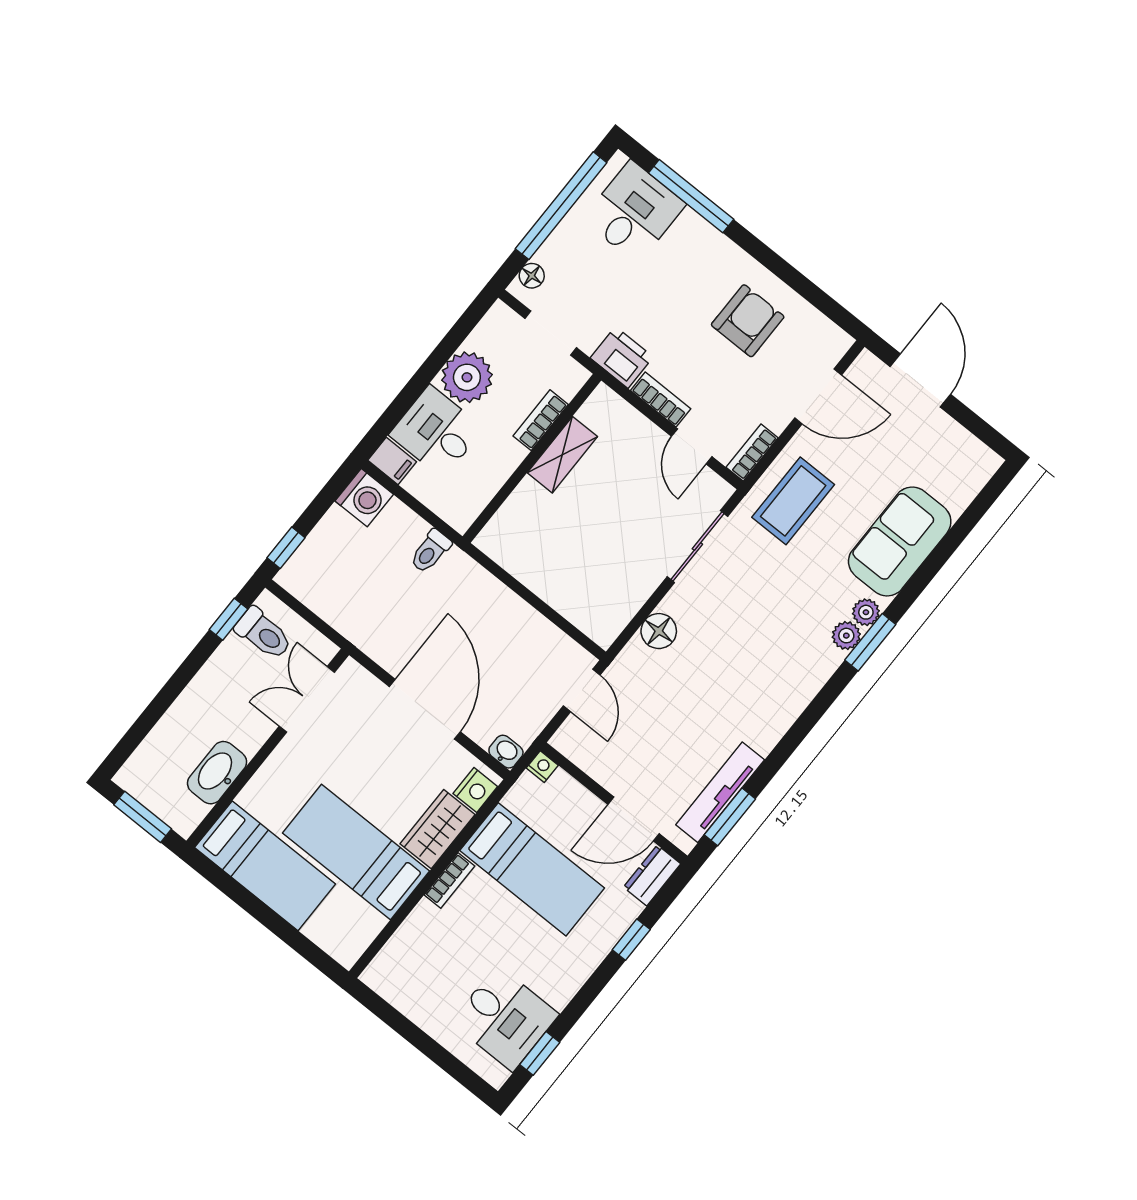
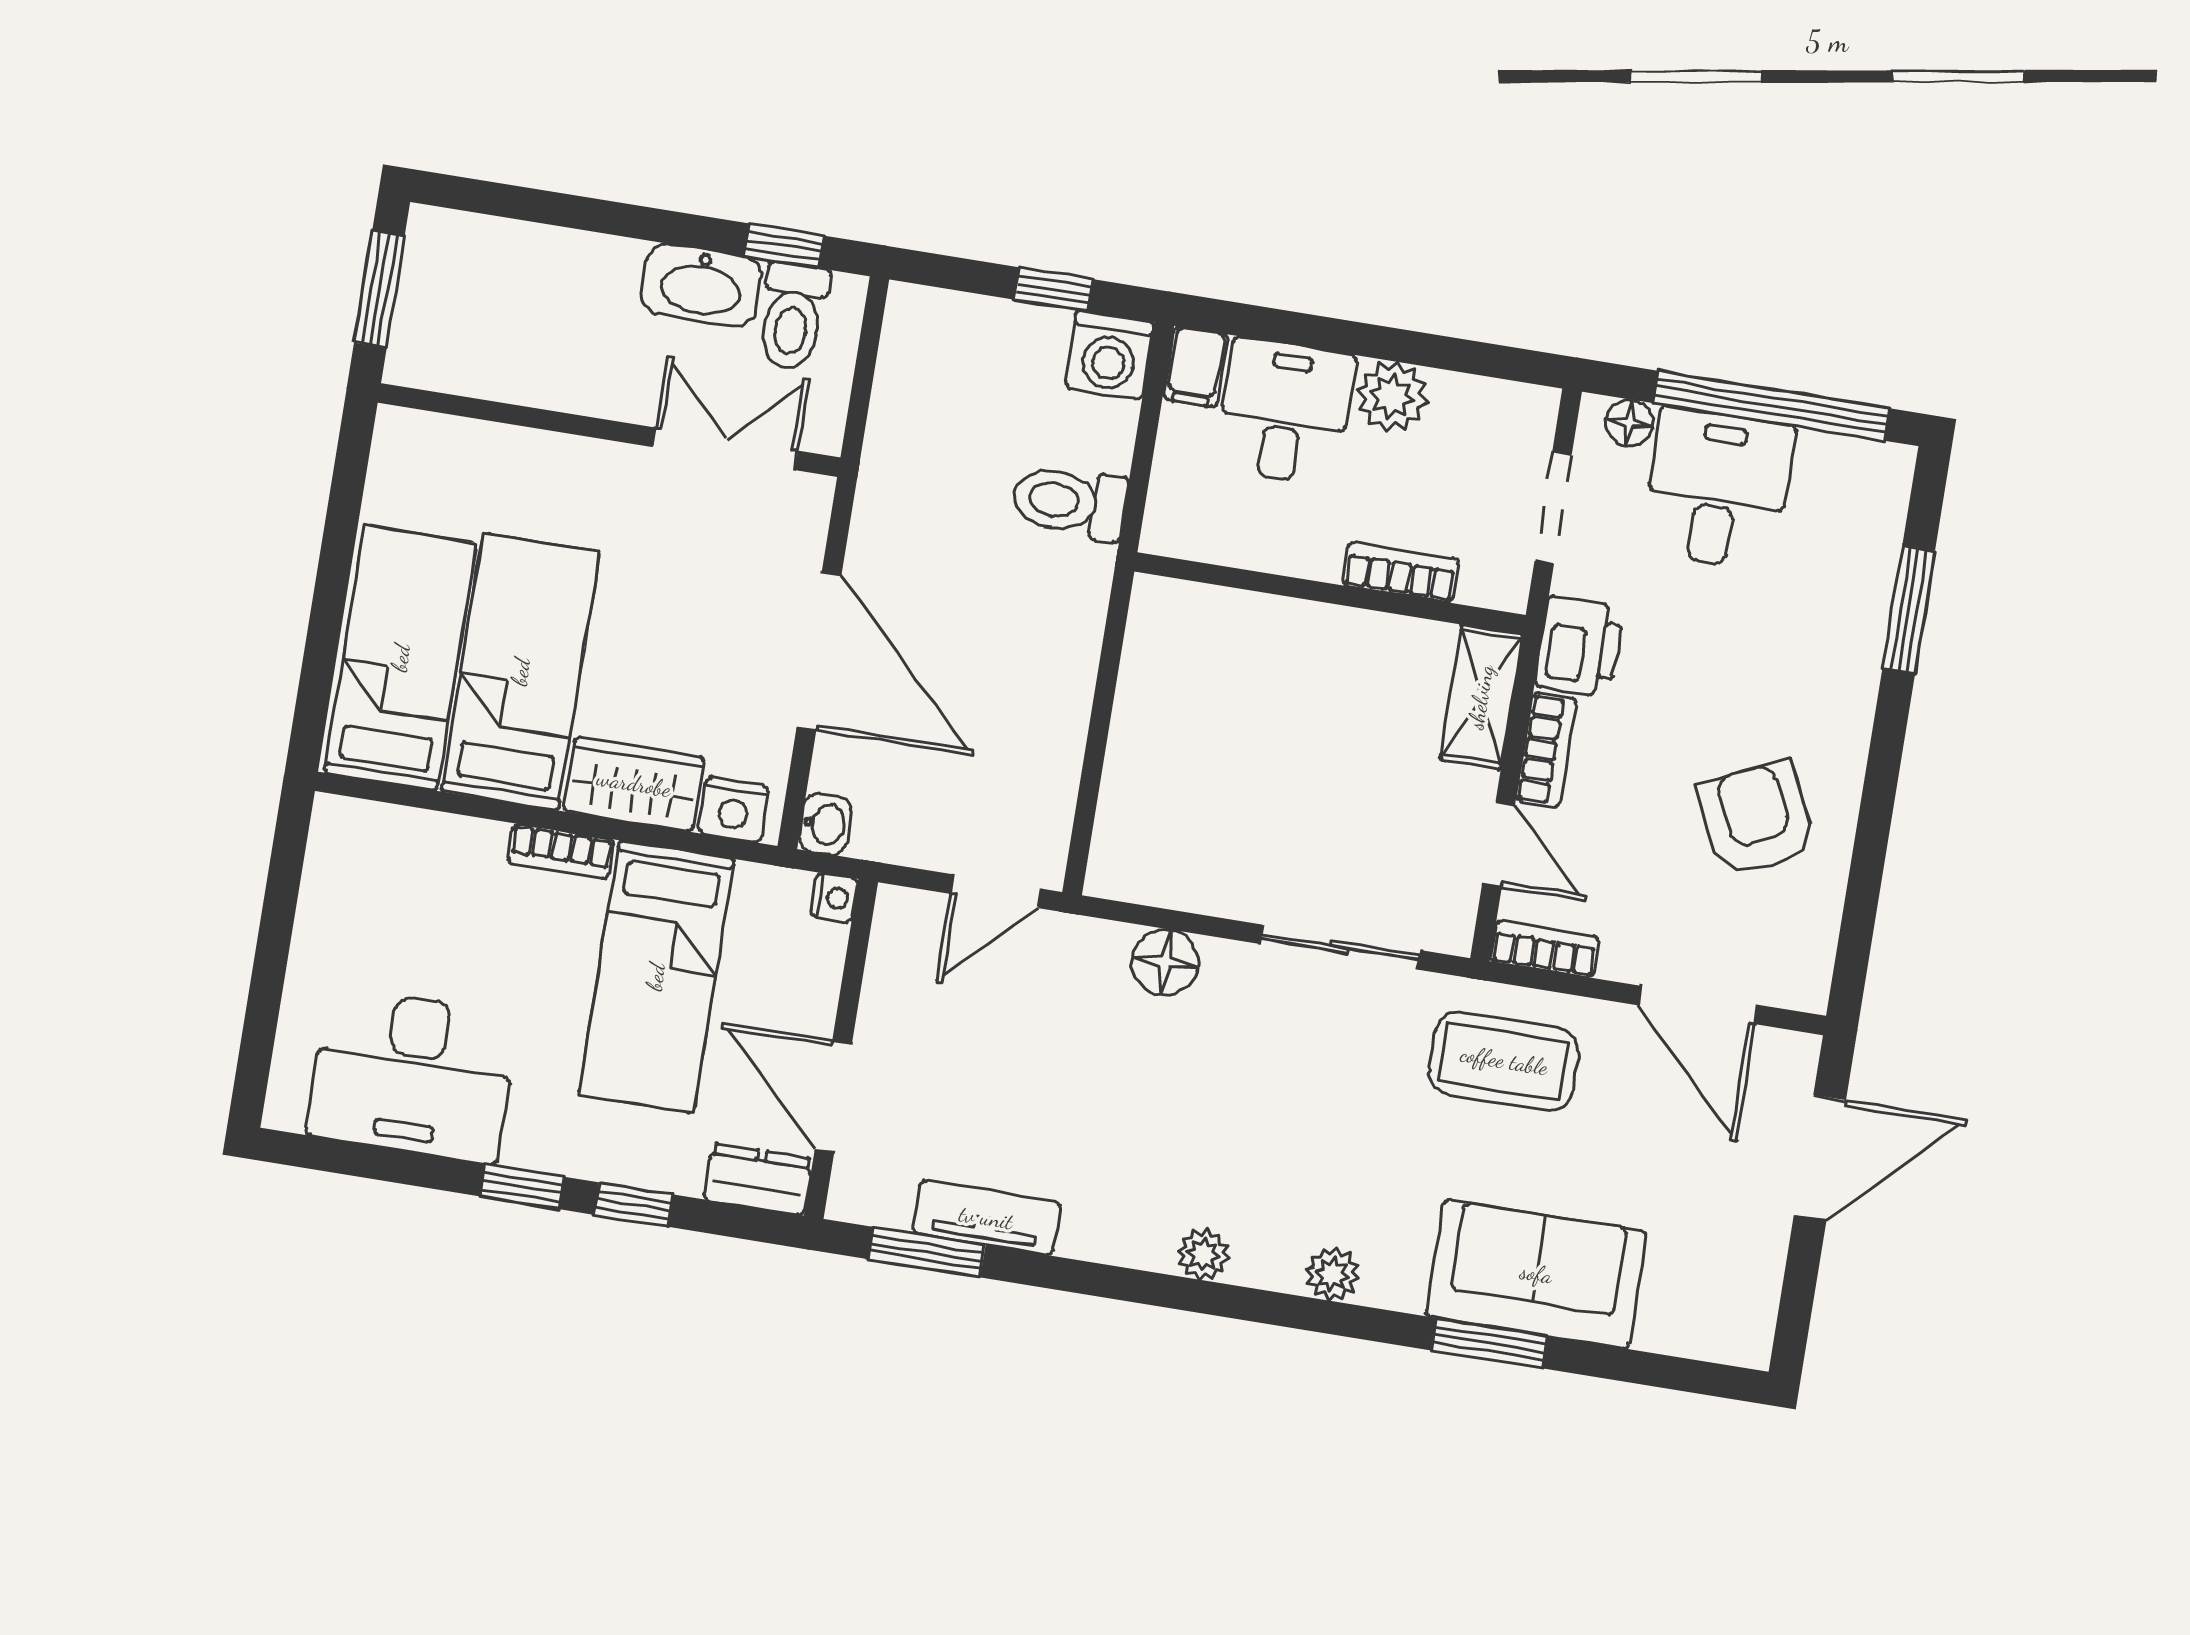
window: (691, 196) -> (1909, 610), width x0.69
desk: (634, 212) -> (1717, 489), moved, turned -90
armchair: (748, 321) -> (1757, 819), turned -116
plant: (467, 377) -> (1392, 397), width x0.73, depth x0.73
door: (692, 447) -> (1499, 845), swing flipped
shelving: (562, 455) -> (1481, 697), moved, turned 90
window: (286, 548) -> (1053, 289), moved
toilet: (430, 551) -> (1069, 502), width x1.37, depth x1.39
plant: (866, 612) -> (1203, 1255), moved
window: (870, 642) -> (1489, 1343), moved
door: (425, 709) -> (819, 651), hinge flipped
washbasin: (217, 773) -> (702, 285), moved, turned 180
tv unit: (720, 792) -> (986, 1218), width x0.71
bed: (265, 866) -> (401, 658), moved, turned 180
desk: (505, 1018) -> (413, 1075), width x1.37
window: (540, 1053) -> (522, 1187), moved

